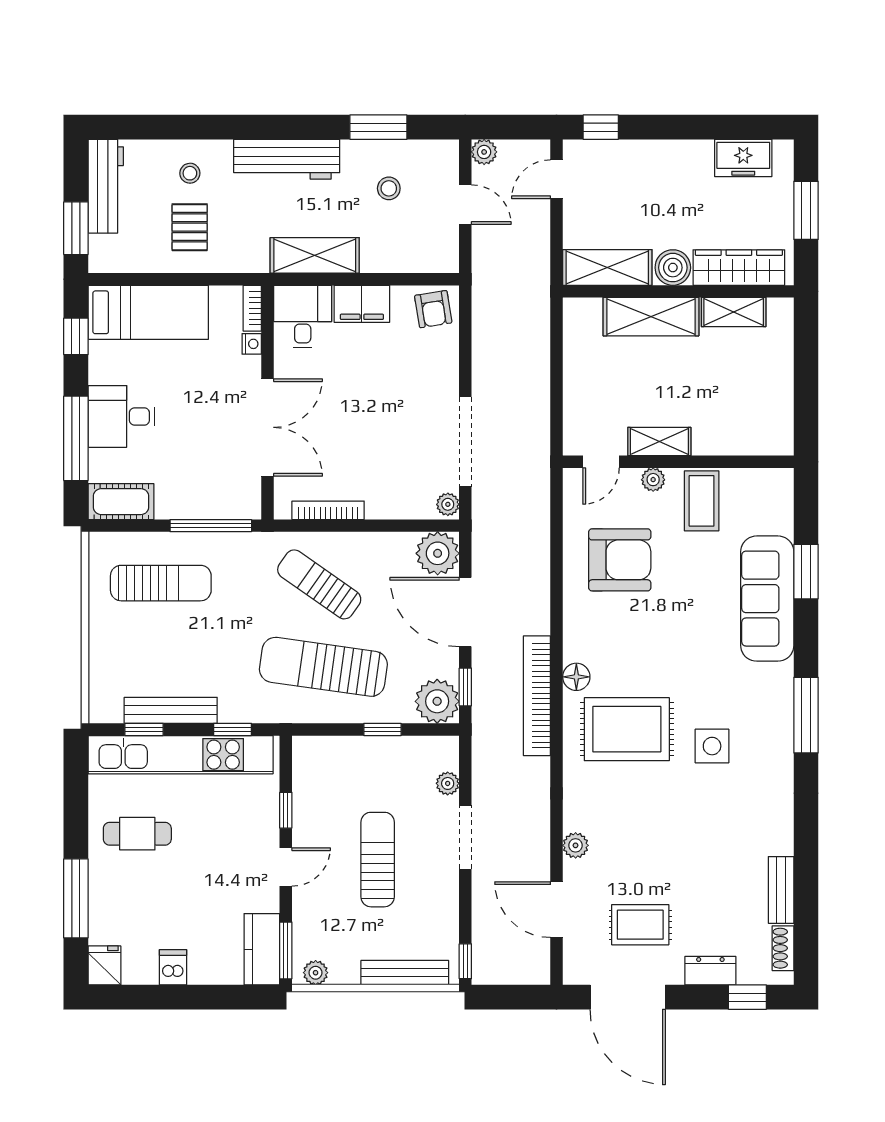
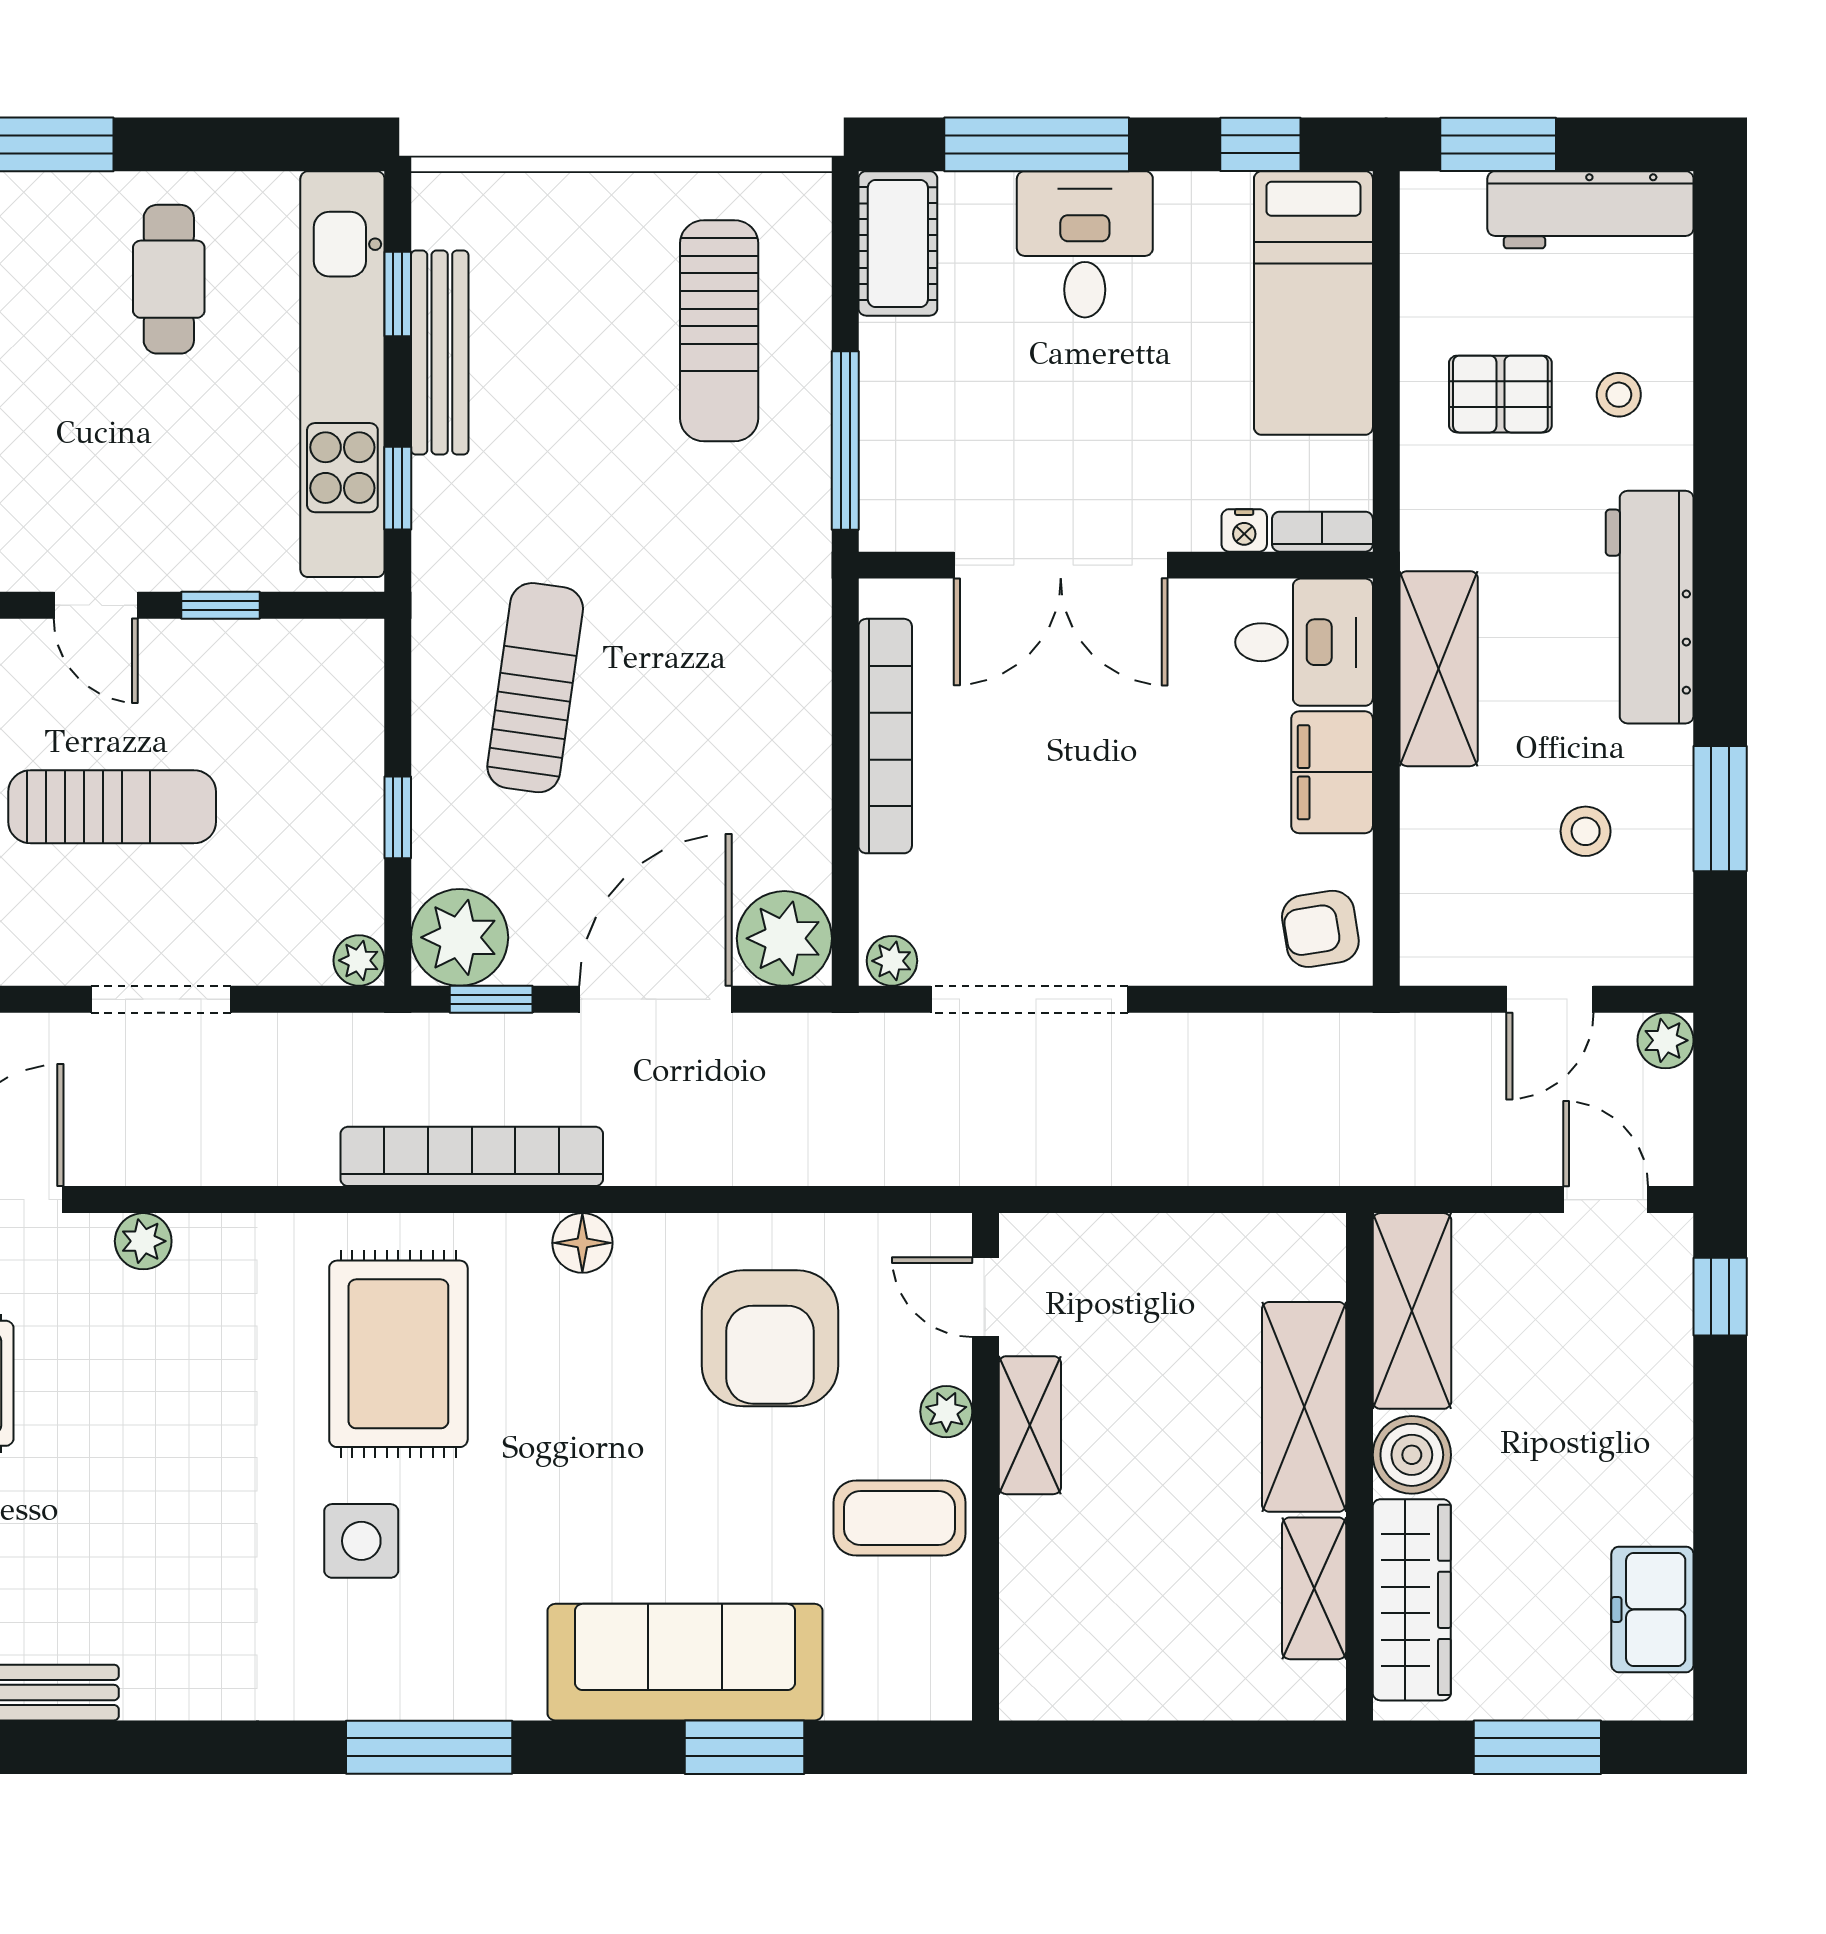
bookcase: (328, 510) -> (885, 736), width x1.48, depth x1.31
sun lounger: (319, 584) -> (716, 679), removed
sun lounger: (323, 667) -> (535, 688), width x0.73, depth x0.75
floor lamp: (576, 677) -> (582, 1243), moved
plant: (448, 783) -> (359, 960), moved

